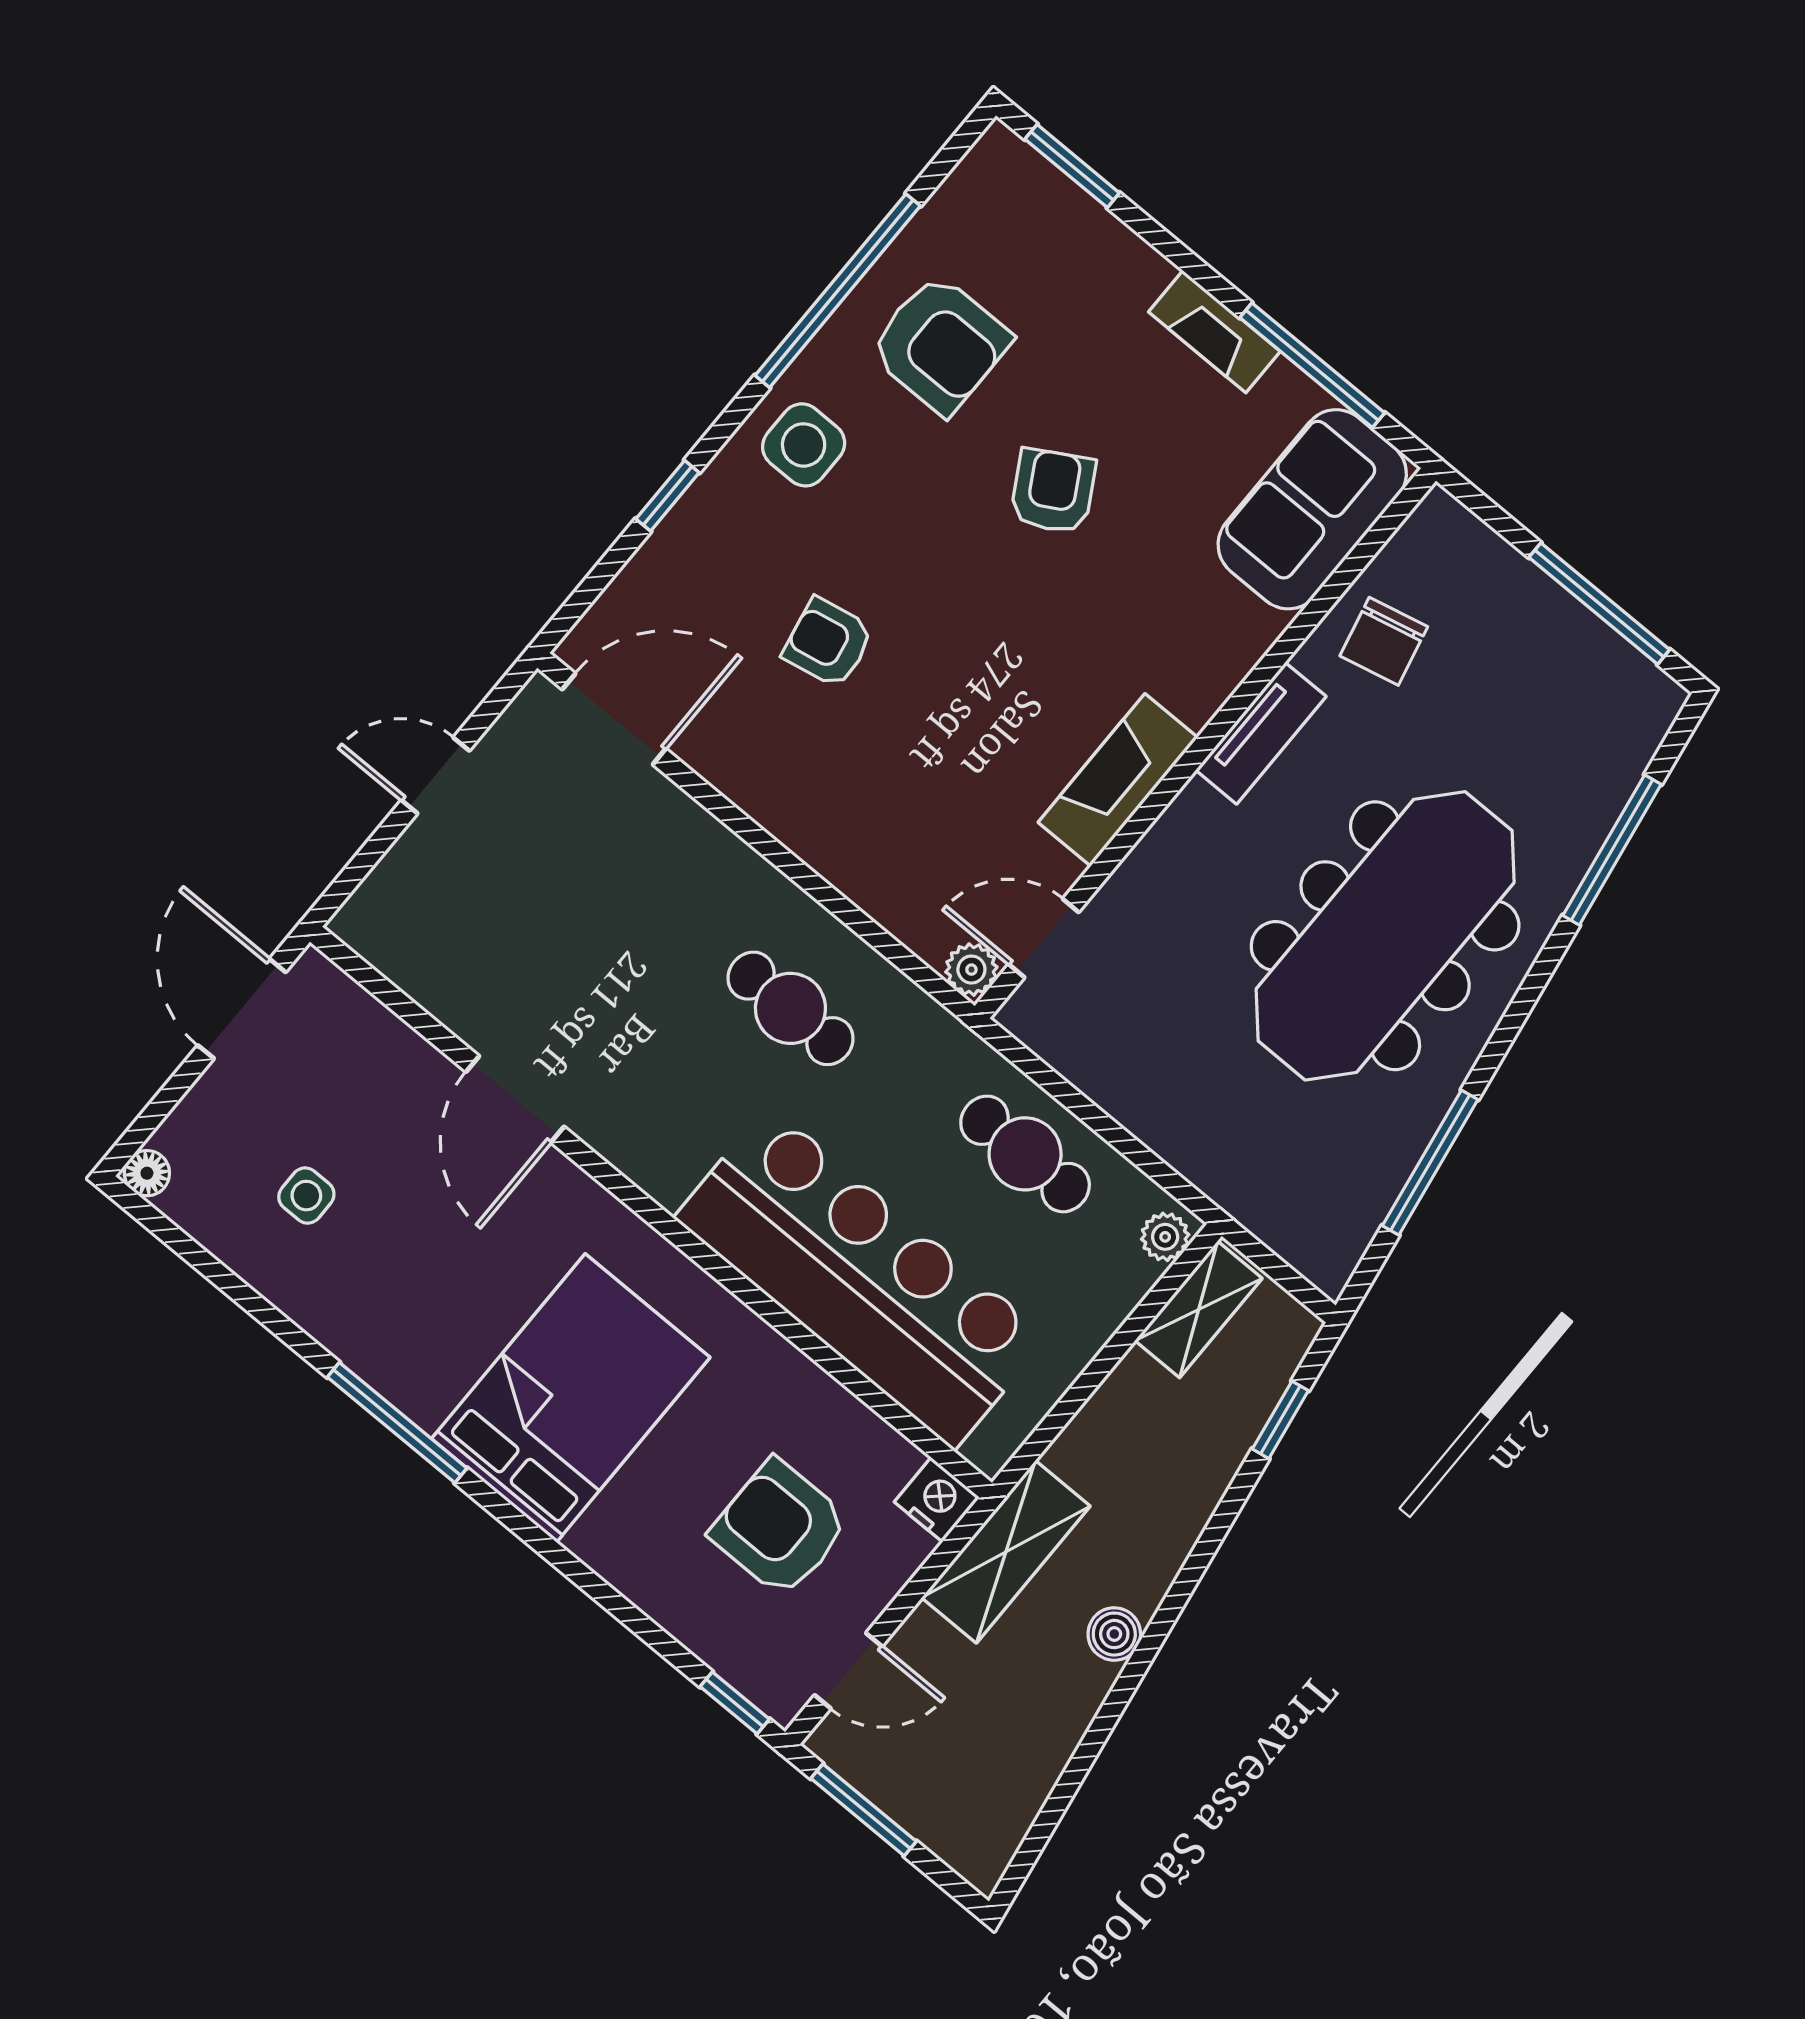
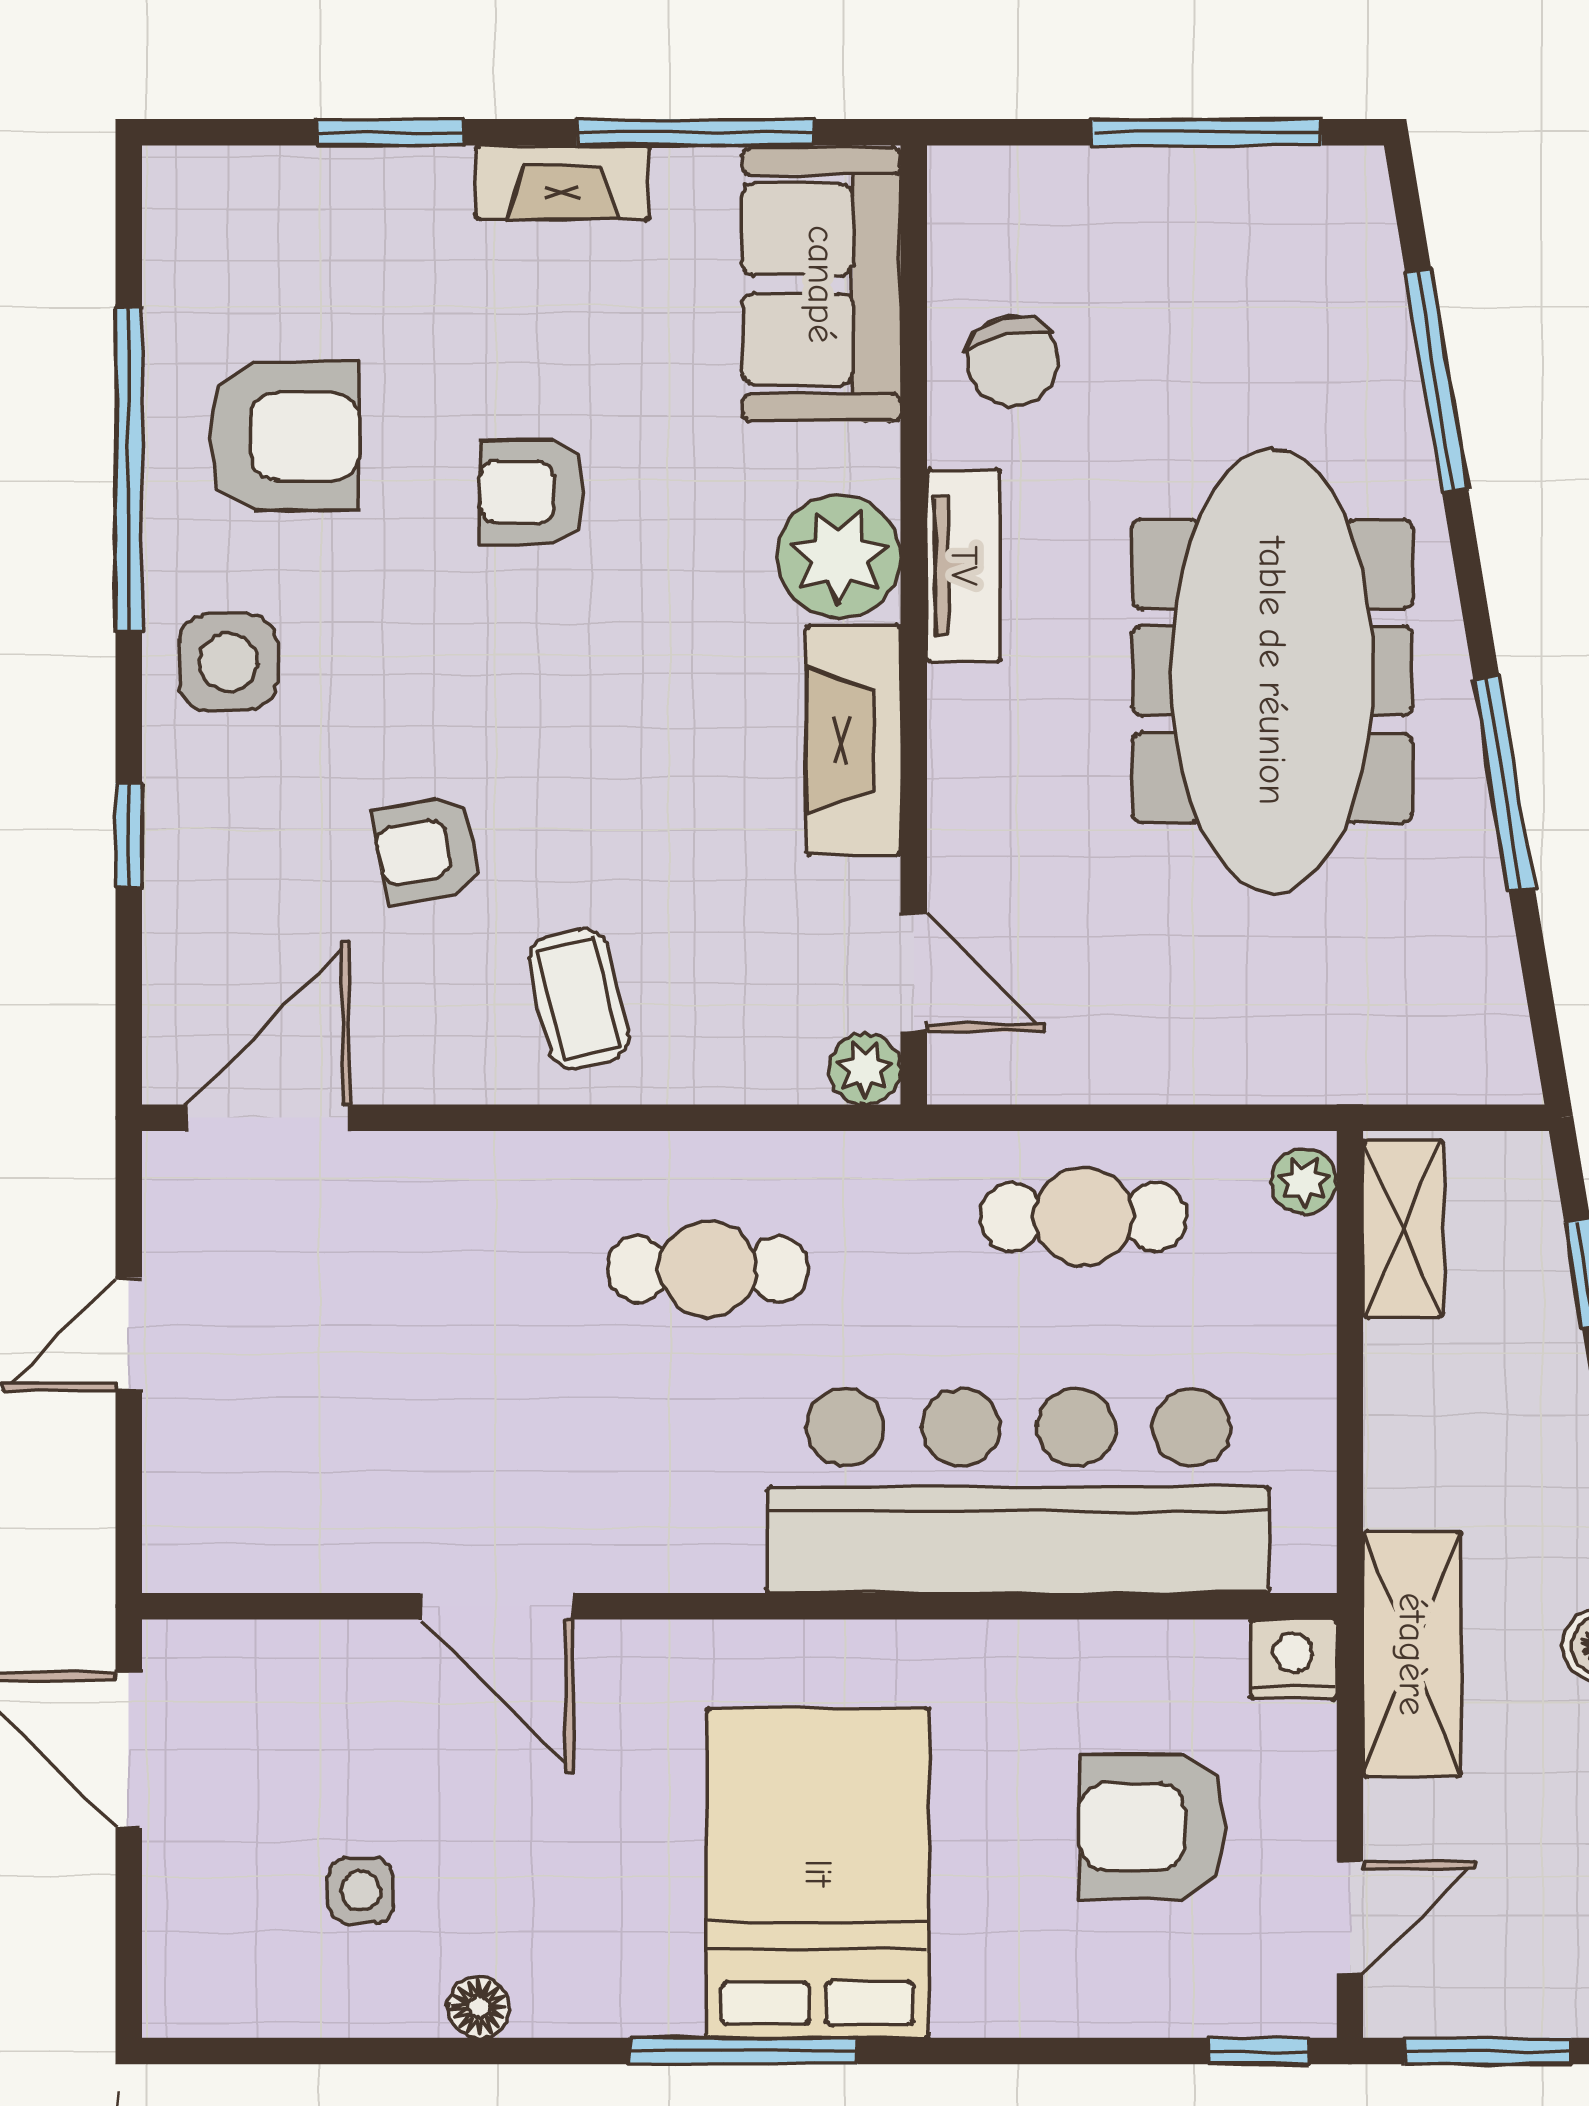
window: (1072, 166) -> (390, 132), moved
armchair: (1053, 491) -> (532, 492), turned -60
plant: (1195, 670) -> (839, 557), added
coffee table: (844, 797) -> (579, 999), added
door: (1044, 938) -> (914, 973), swing flipped
window: (1430, 1163) -> (1504, 783), moved
floor lamp: (147, 1173) -> (479, 2007), moved
window: (397, 1423) -> (744, 2051), moved

